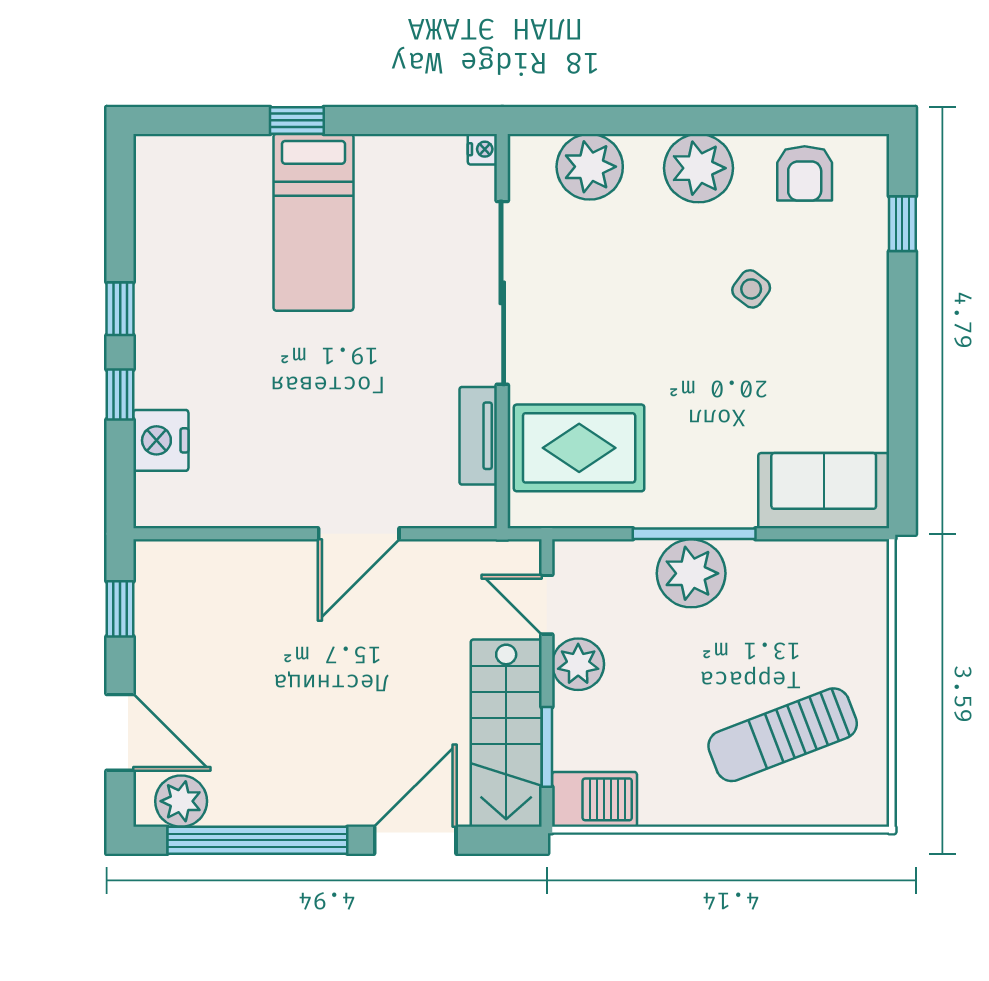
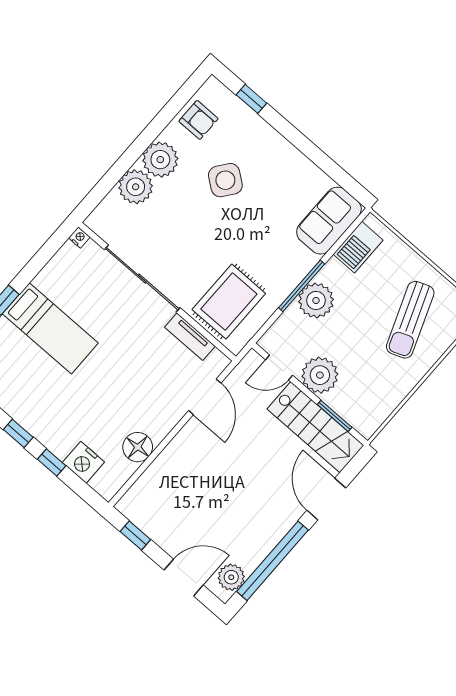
plant: (590, 167) -> (136, 187), moved
side table: (751, 289) -> (225, 180), width x1.87, depth x1.87
floor lamp: (252, 500) -> (138, 447), added
door: (359, 534) -> (205, 397), moved
plant: (578, 664) -> (320, 375), width x1.36, depth x1.36
barbecue: (595, 799) -> (358, 247), moved, turned 180

